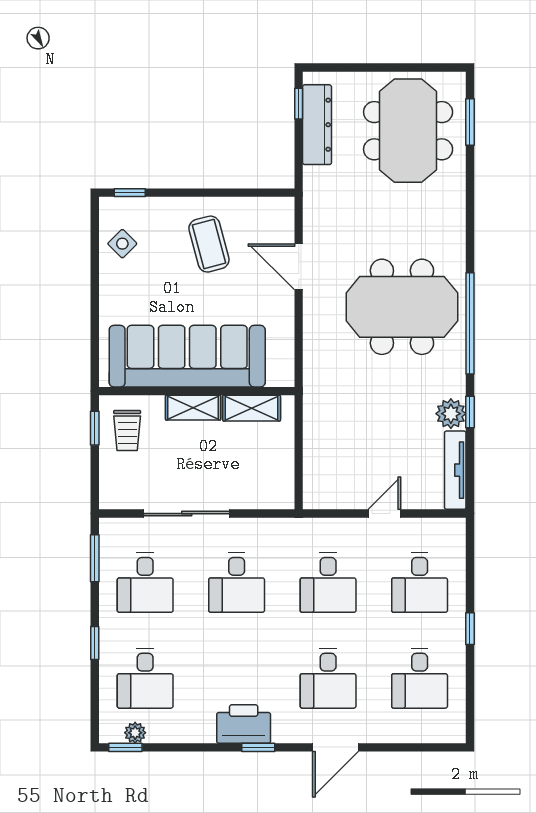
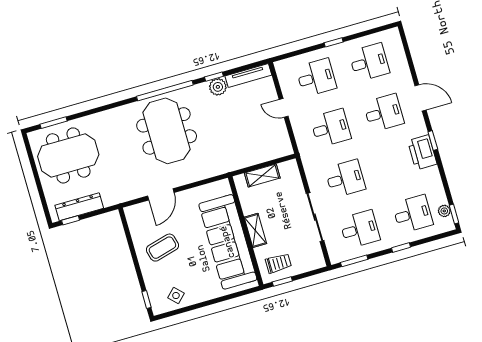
shelving: (252, 408) -> (262, 175), moved, turned 90

